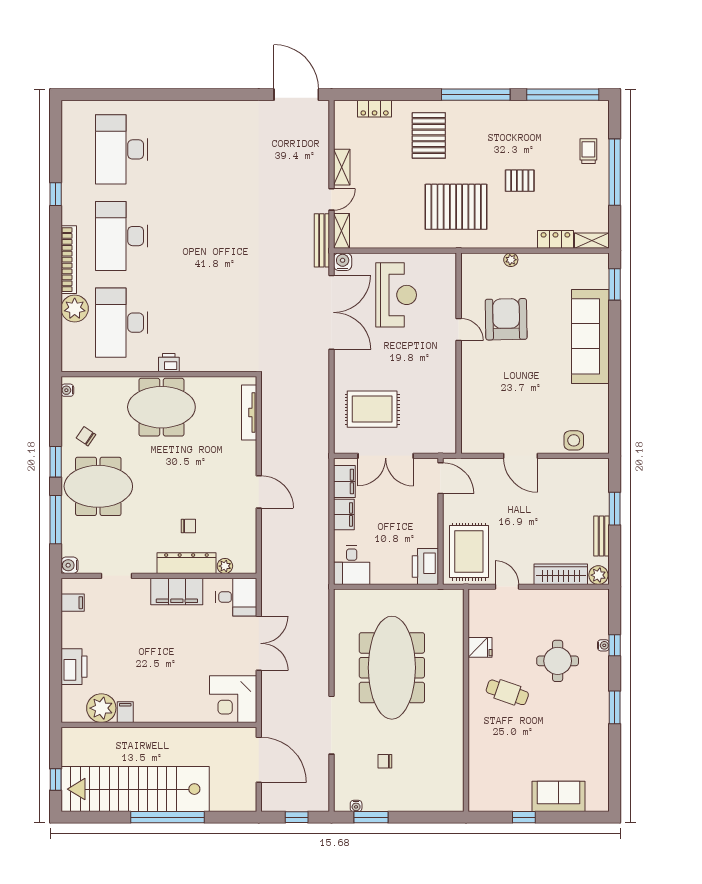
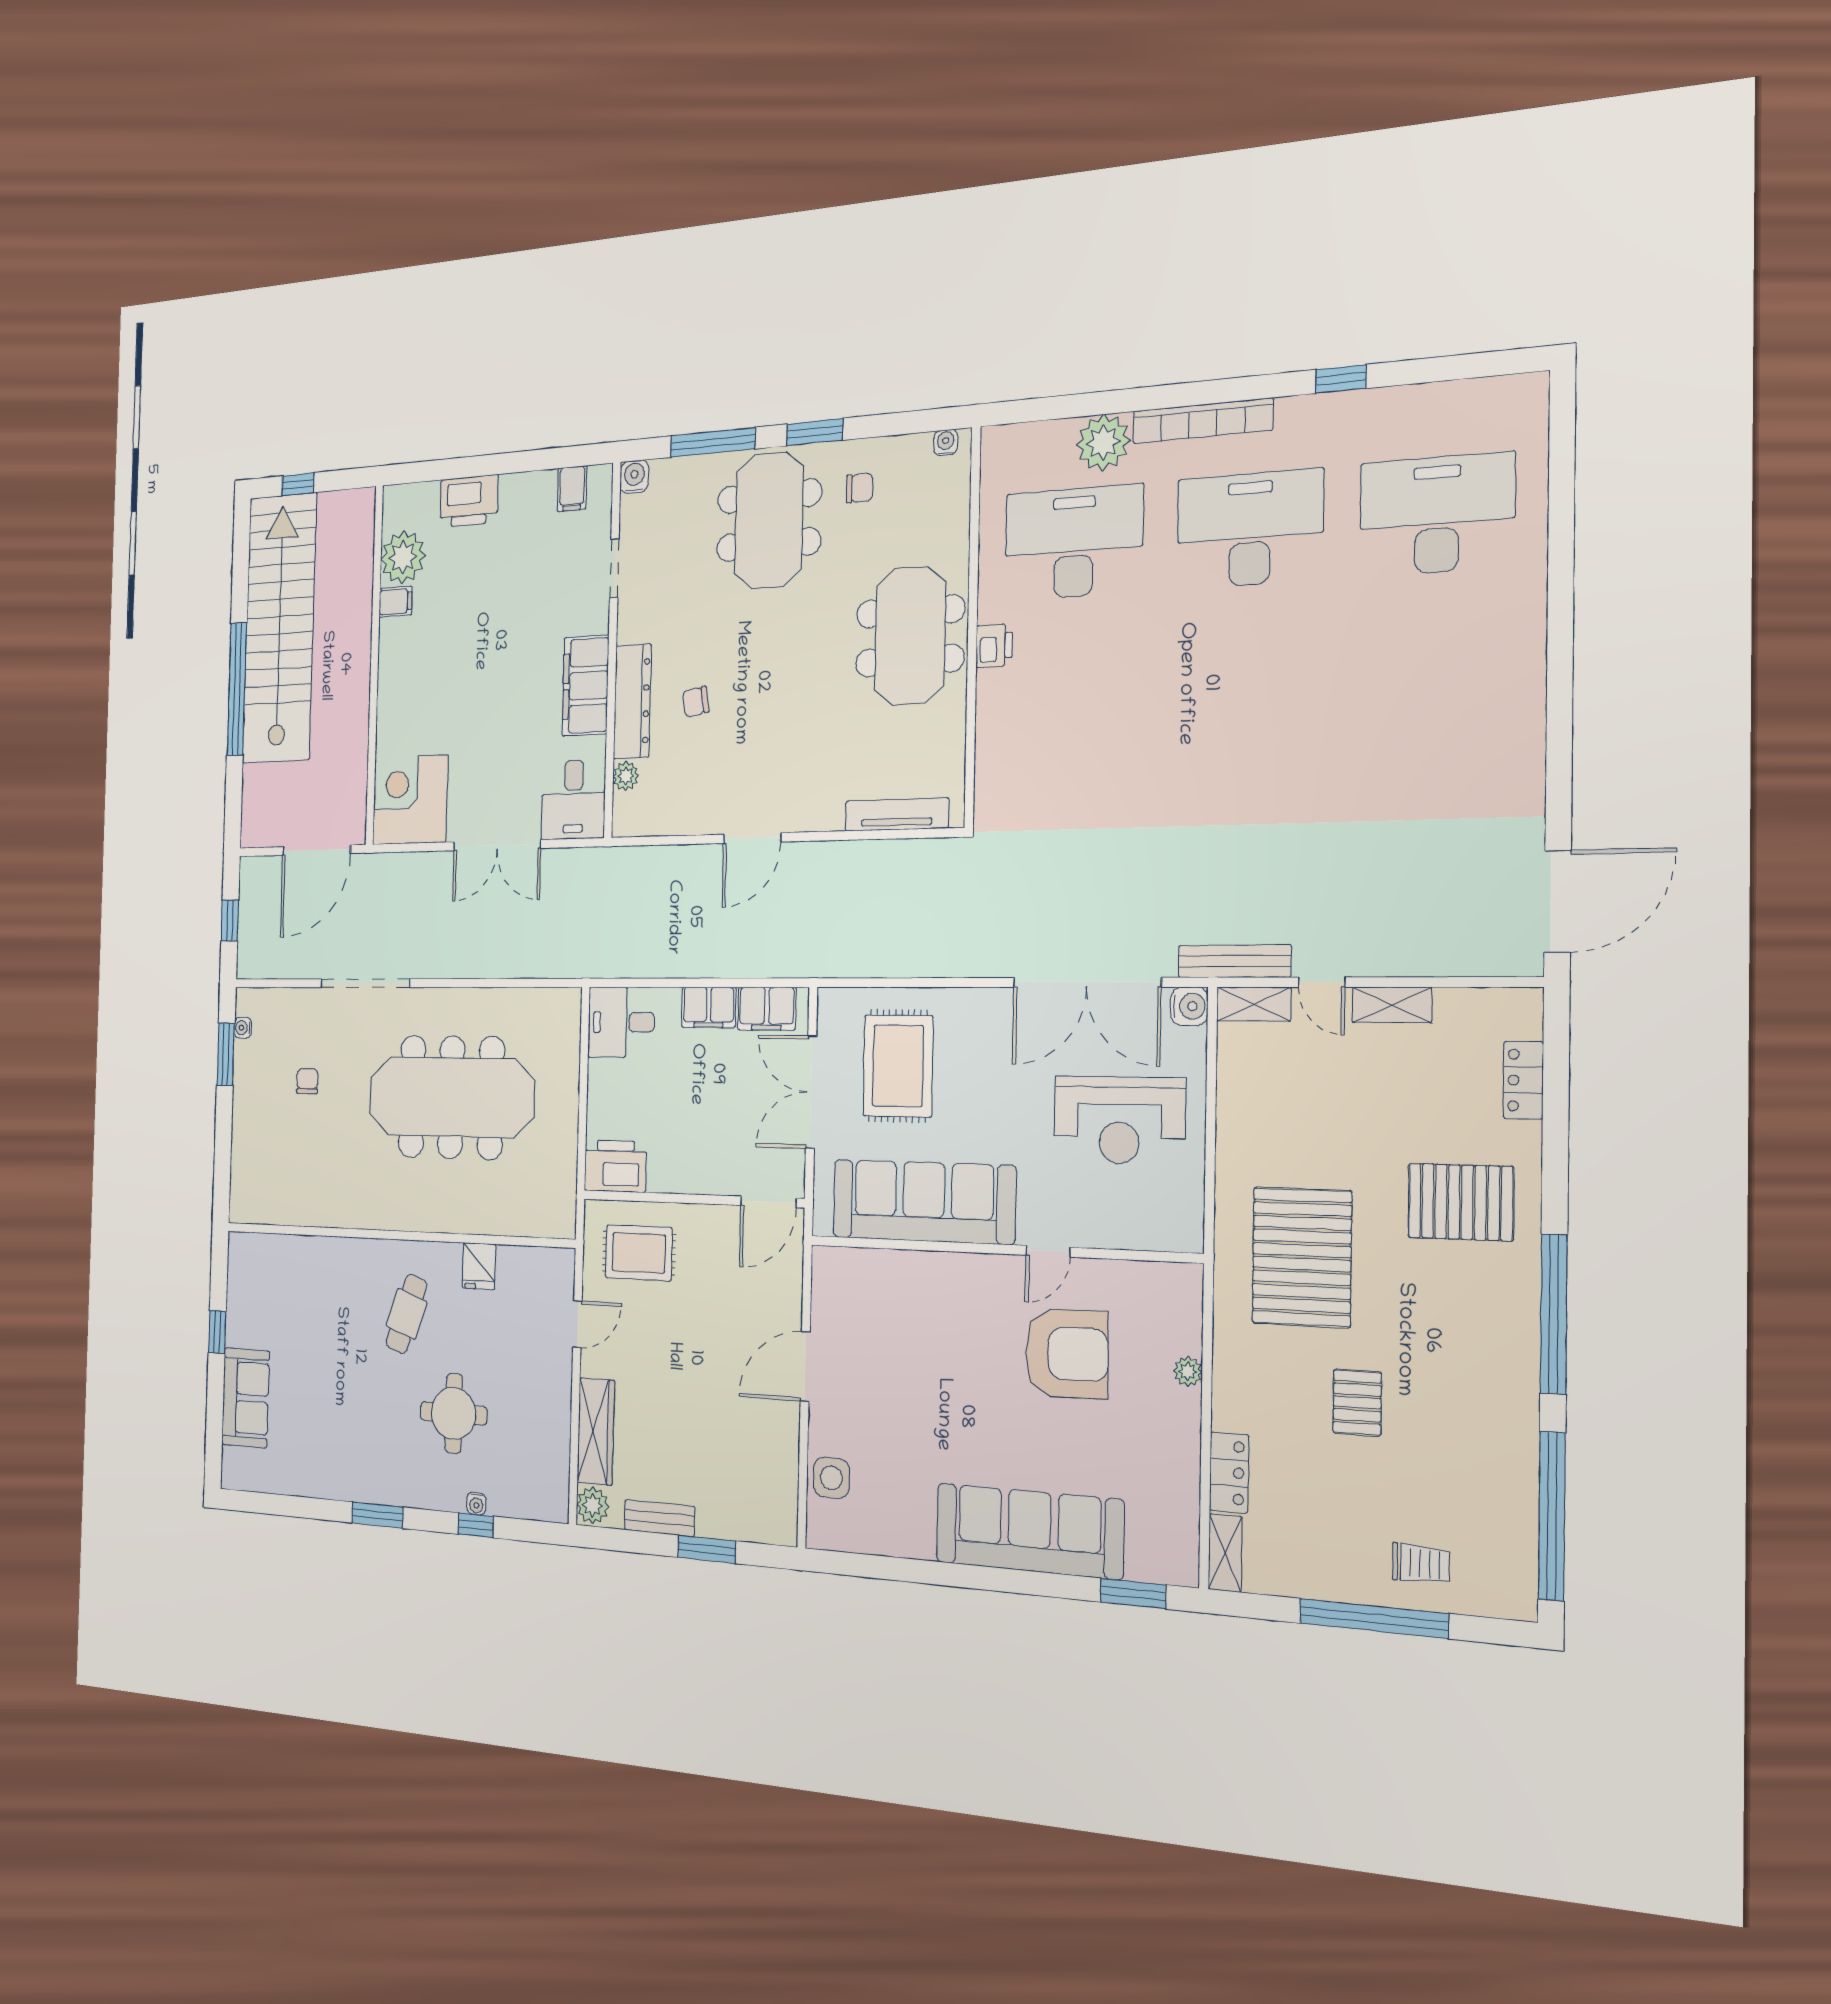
sofa: (437, 394) -> (924, 1202), added
chair: (86, 436) -> (860, 488), turned 56
chair: (188, 526) -> (696, 702), turned 80
rug: (469, 552) -> (639, 1253), width x0.73, depth x0.70

